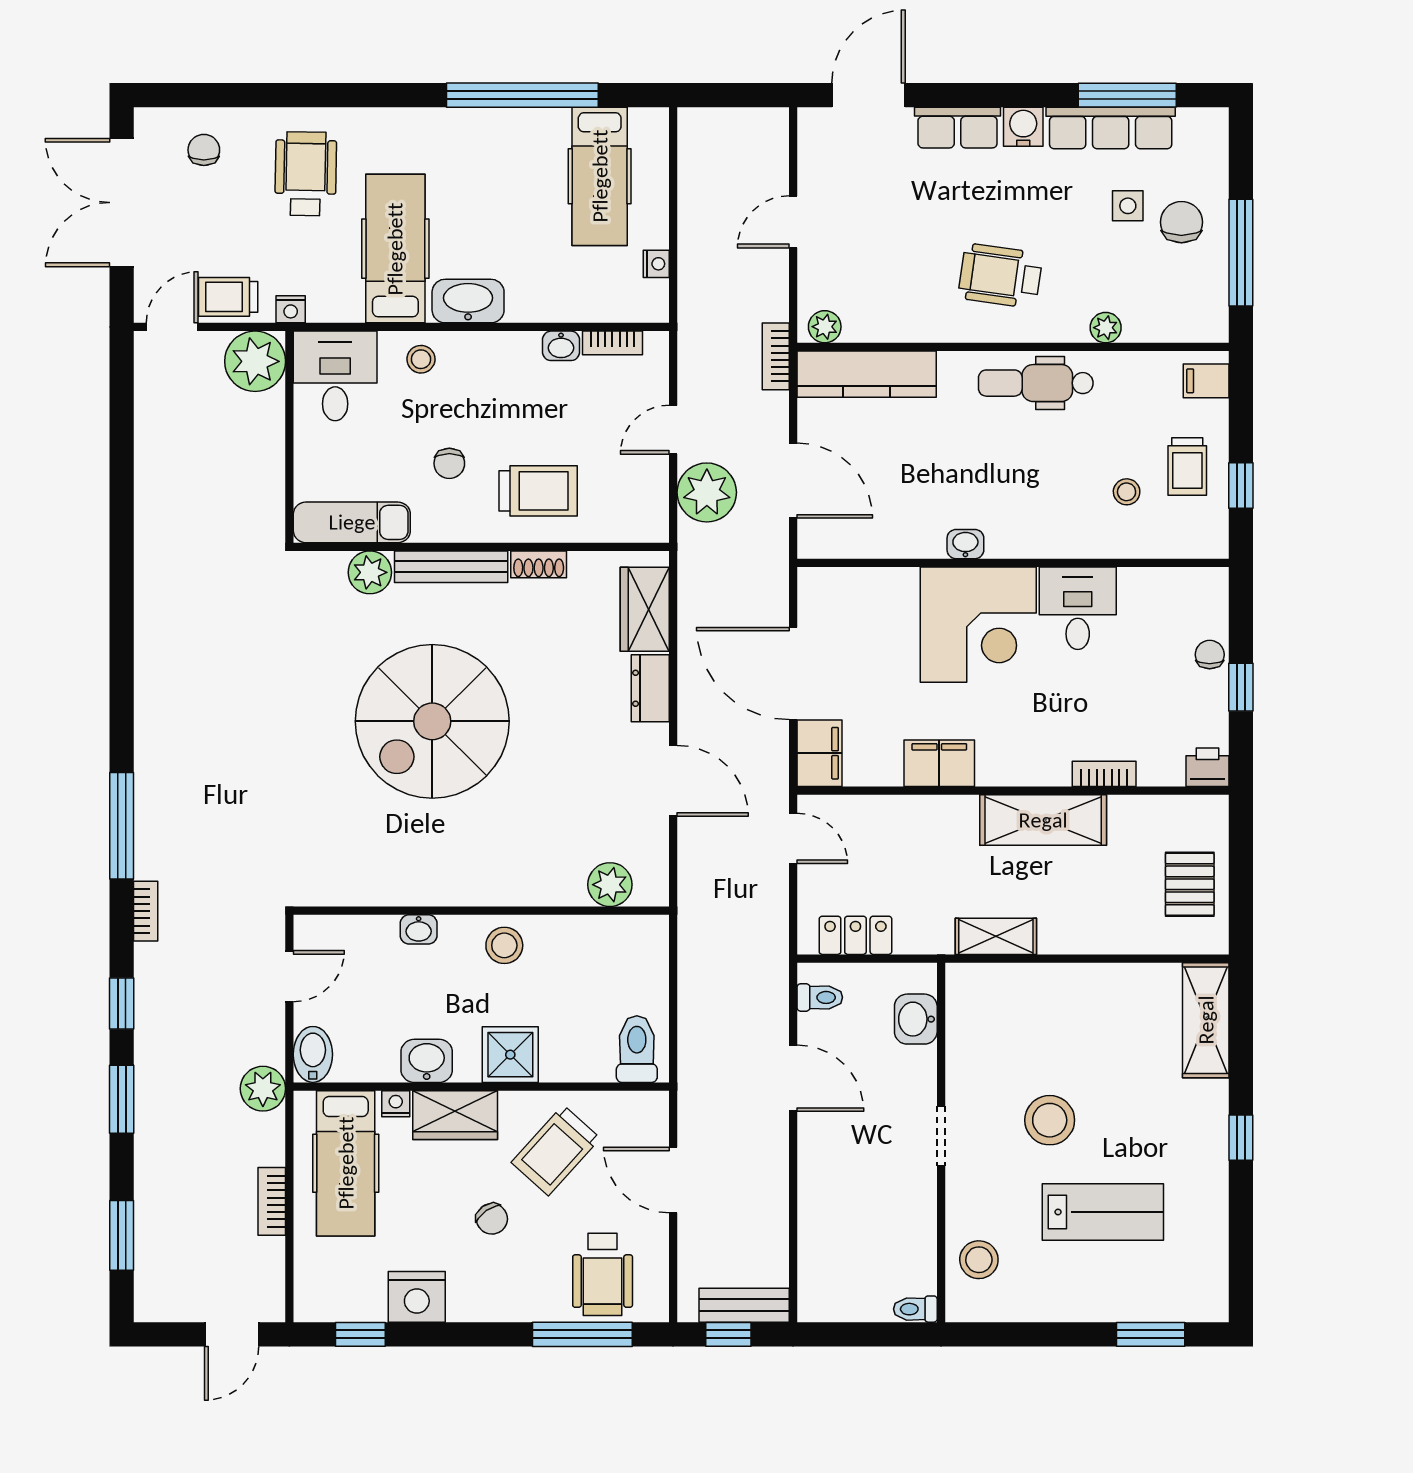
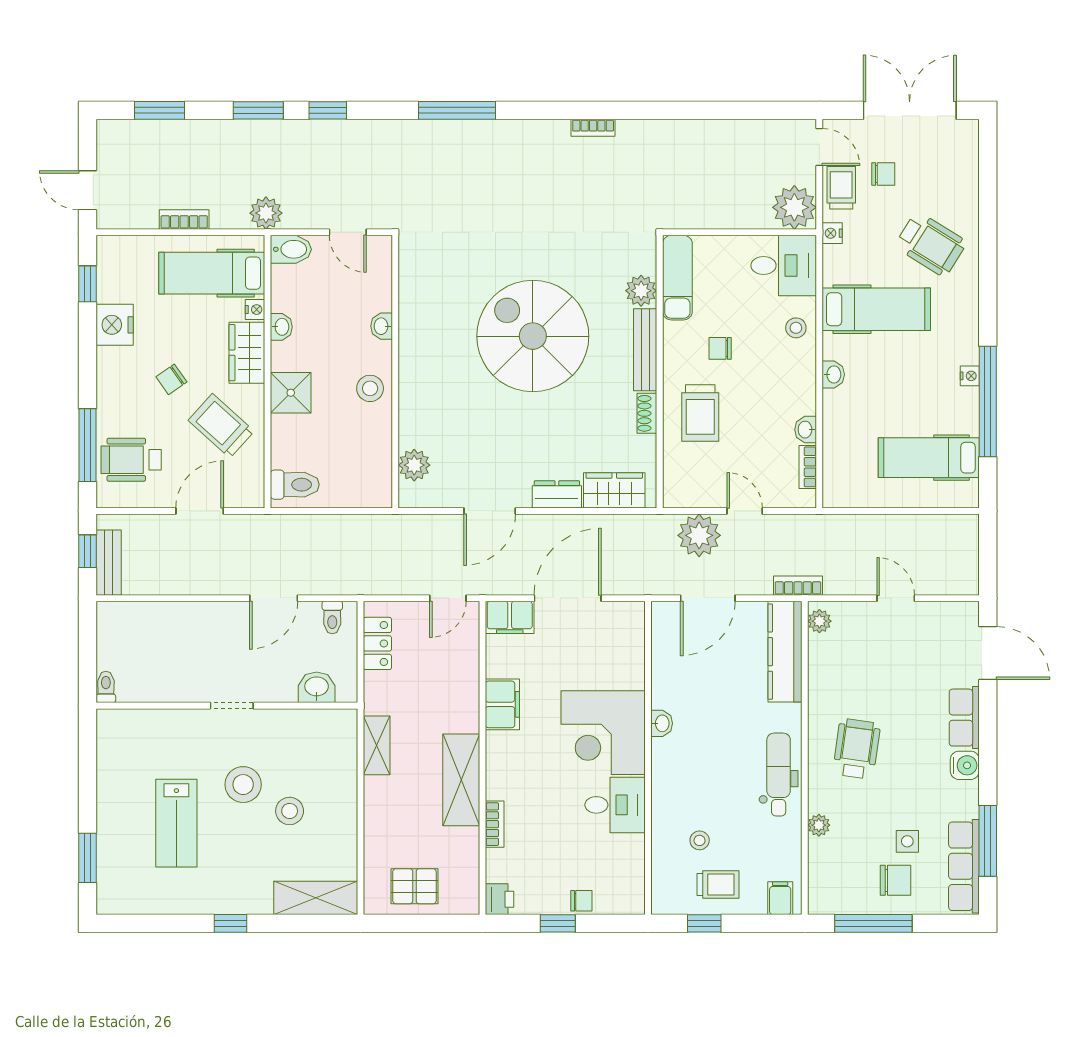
row of seats: (1111, 128) -> (964, 866), moved
chair: (204, 150) -> (883, 174), moved
wheelchair: (306, 174) -> (931, 244), turned 31
nightstand: (656, 264) -> (970, 376), moved, turned -90
washbasin: (468, 301) -> (833, 374), width x0.52, depth x0.69
trolley: (1187, 466) -> (718, 884), turned 180
bookcase: (146, 911) -> (593, 128), moved
washbasin: (427, 1061) -> (281, 327), width x0.72, depth x0.69
stool: (979, 1260) -> (290, 811), moved

